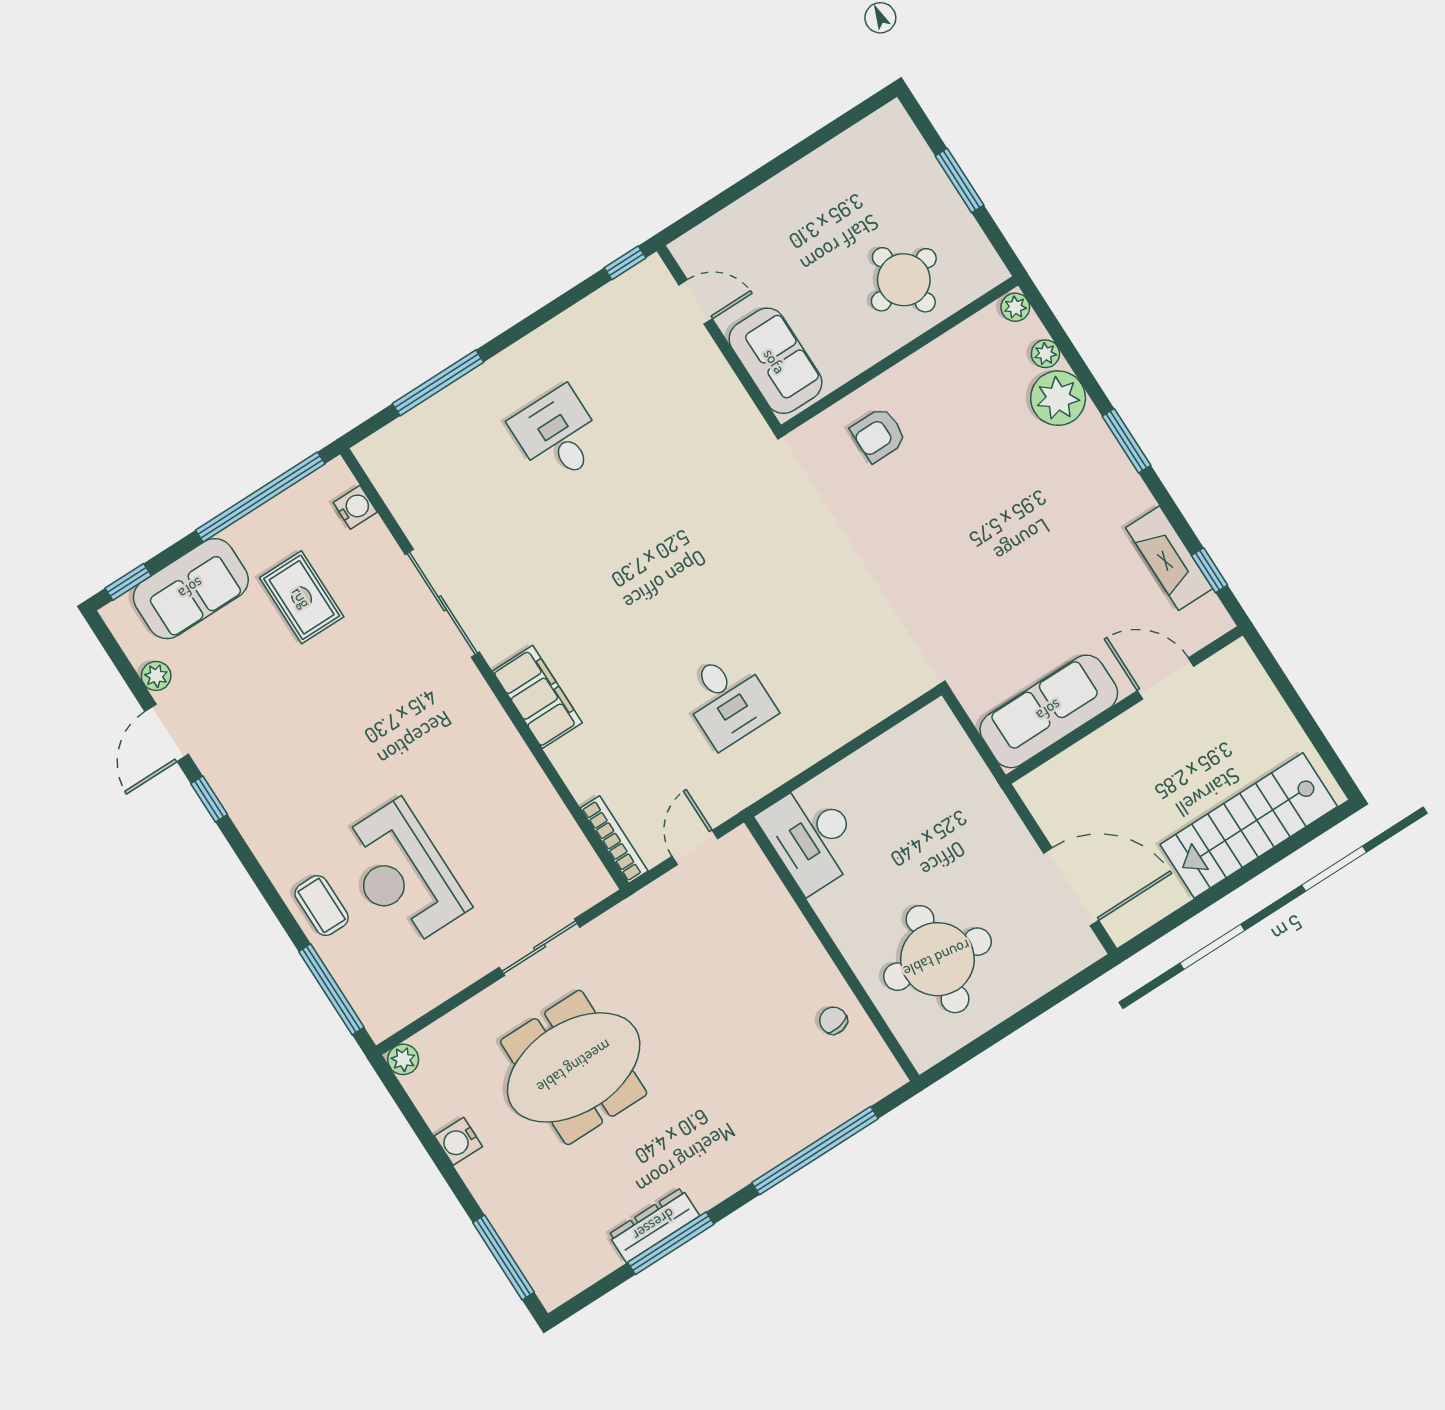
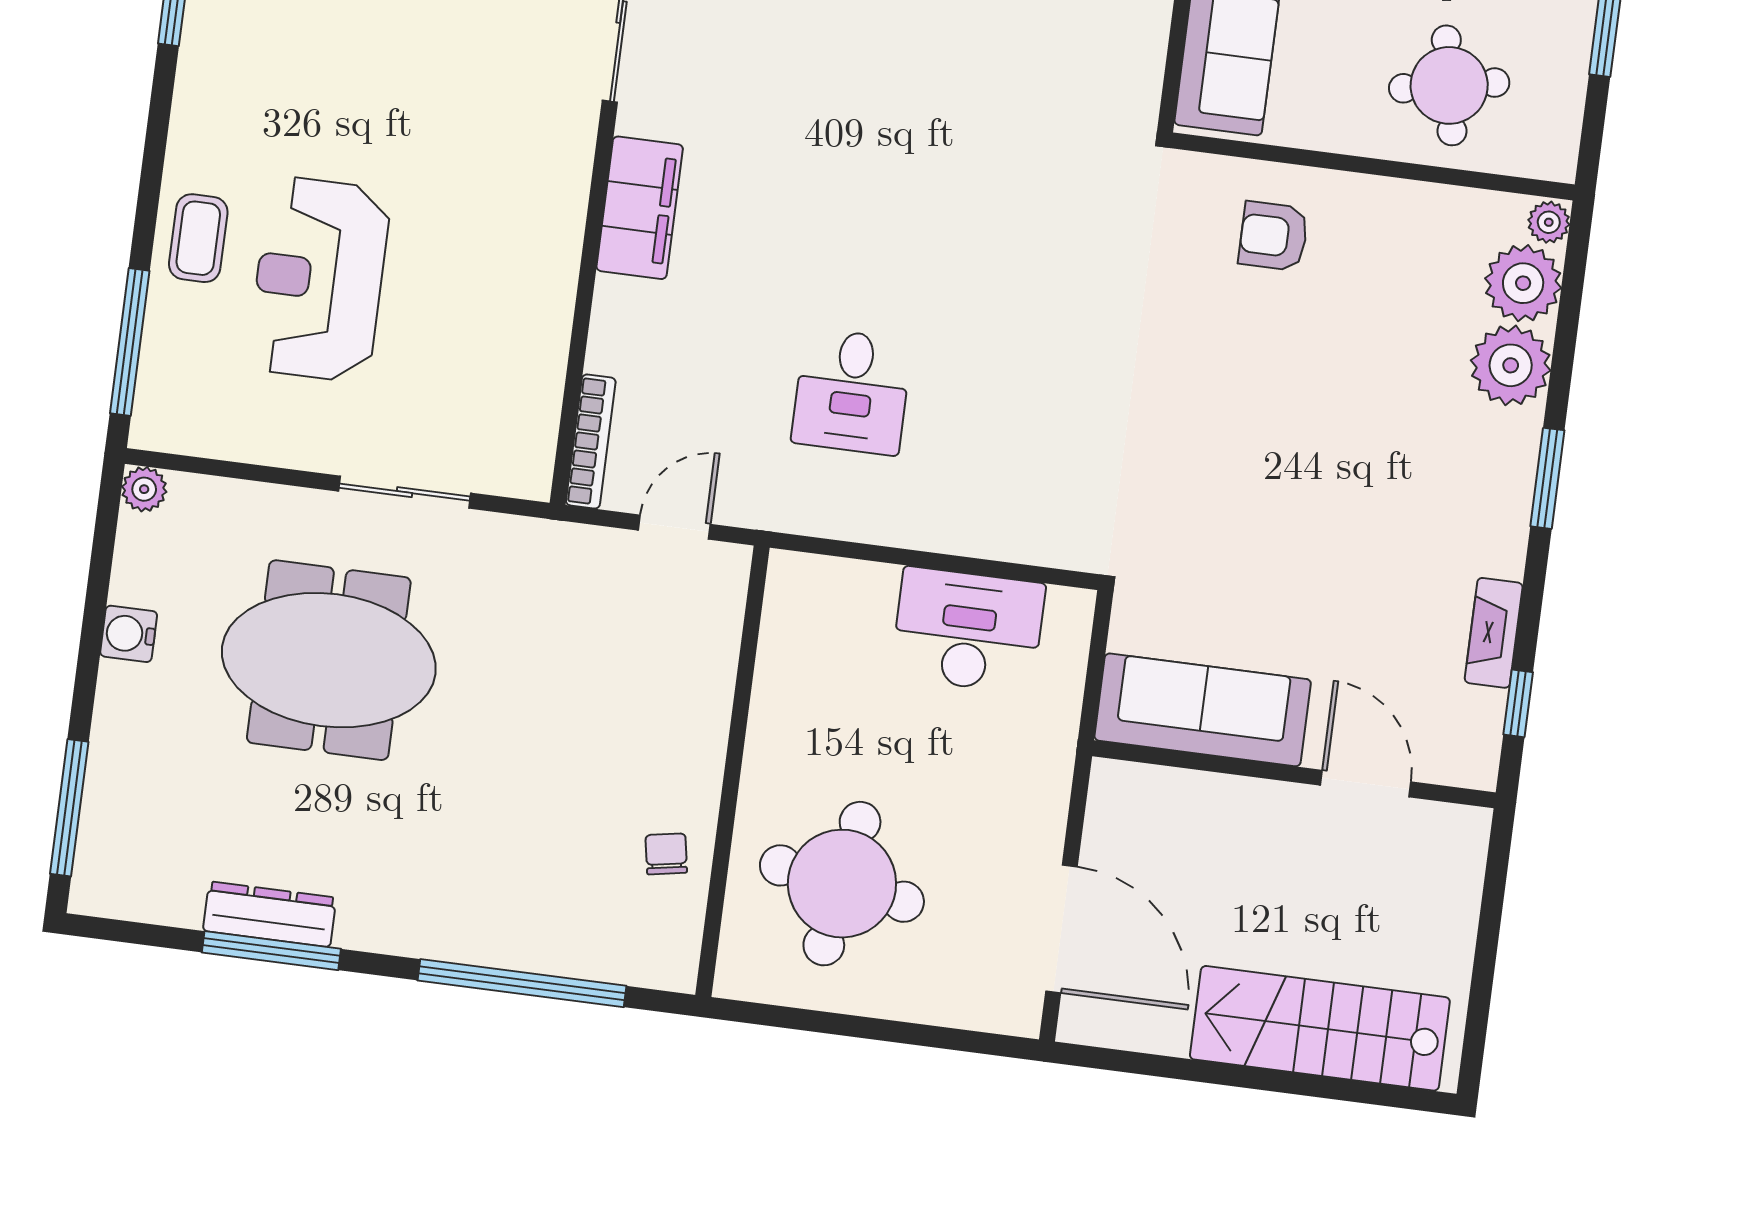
plant: (1045, 354) -> (1523, 283), width x1.87, depth x1.87
fireplace: (1169, 558) -> (1494, 633), width x0.73, depth x0.76
desk: (812, 837) -> (968, 630), moved, turned 90

